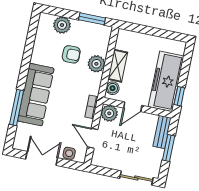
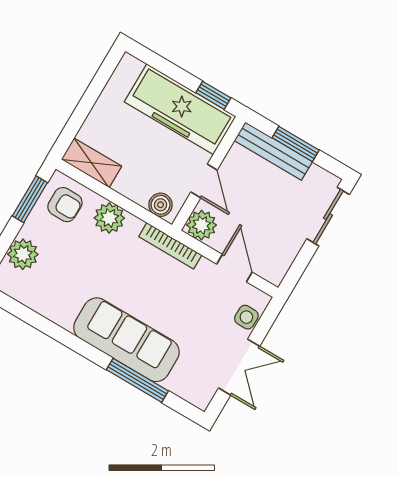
armchair: (71, 54) -> (65, 205), moved, turned 90
shelving: (118, 66) -> (91, 163), moved
bookcase: (92, 107) -> (170, 246), width x1.56
bench: (162, 132) -> (273, 151), width x1.36
door: (93, 138) -> (234, 268), swing flipped
double door: (42, 158) -> (239, 367), swing flipped

